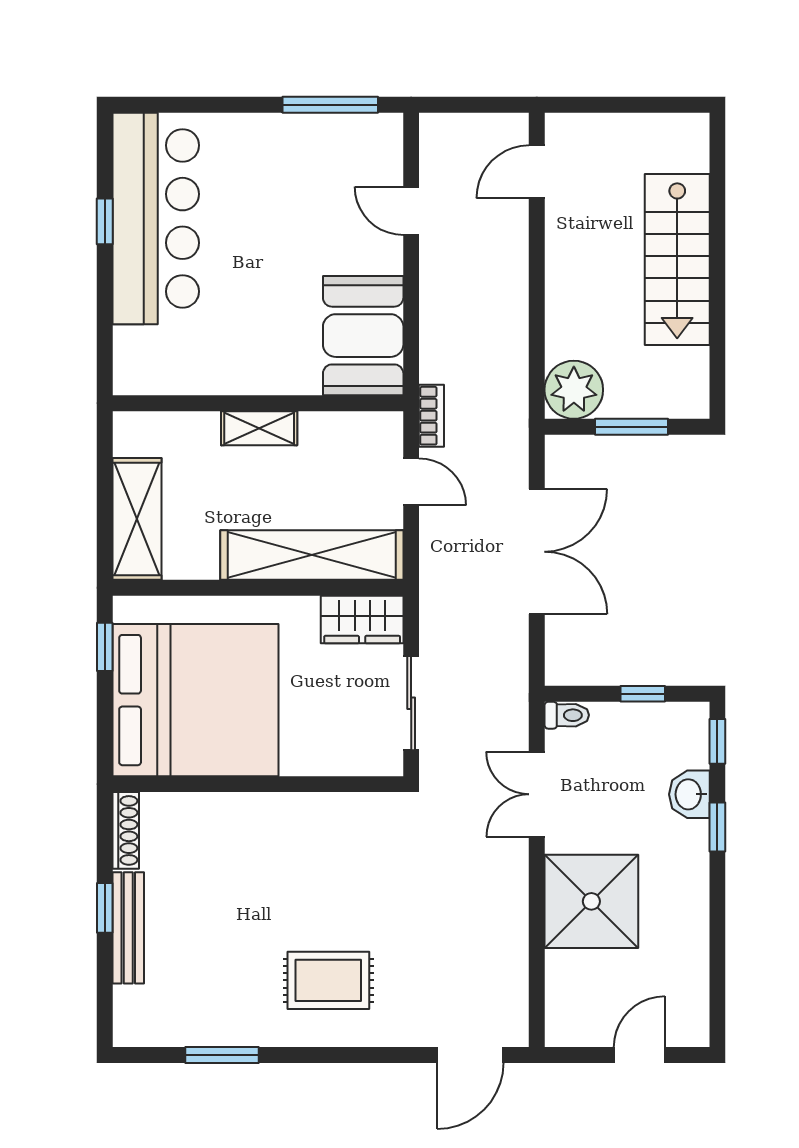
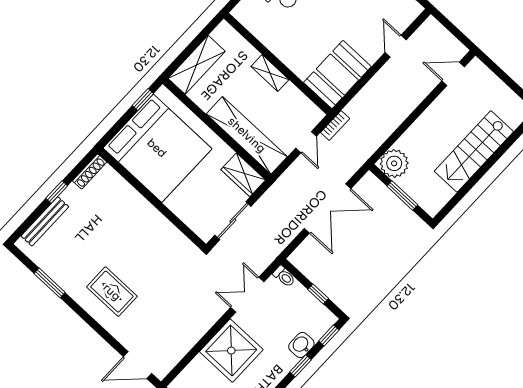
bench: (128, 928) -> (45, 221), moved

